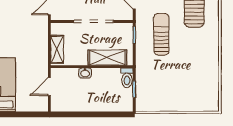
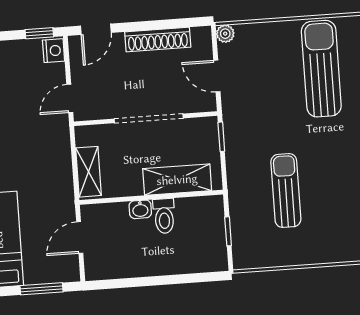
sun lounger: (161, 34) -> (286, 191), moved
toilet: (127, 78) -> (164, 216), moved
window: (25, 114) -> (42, 289), added

